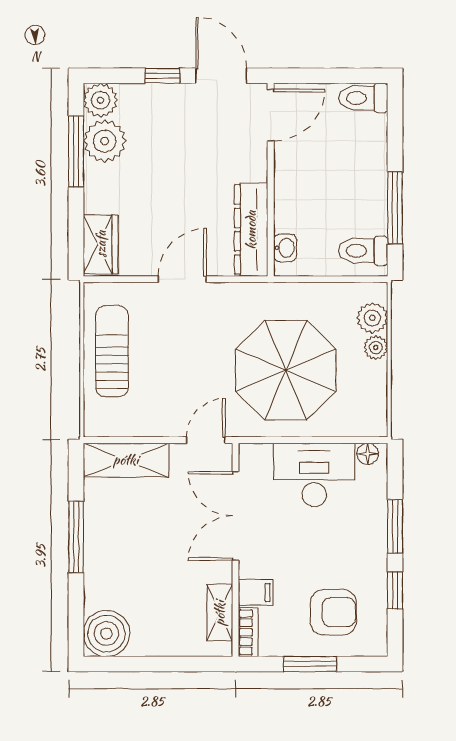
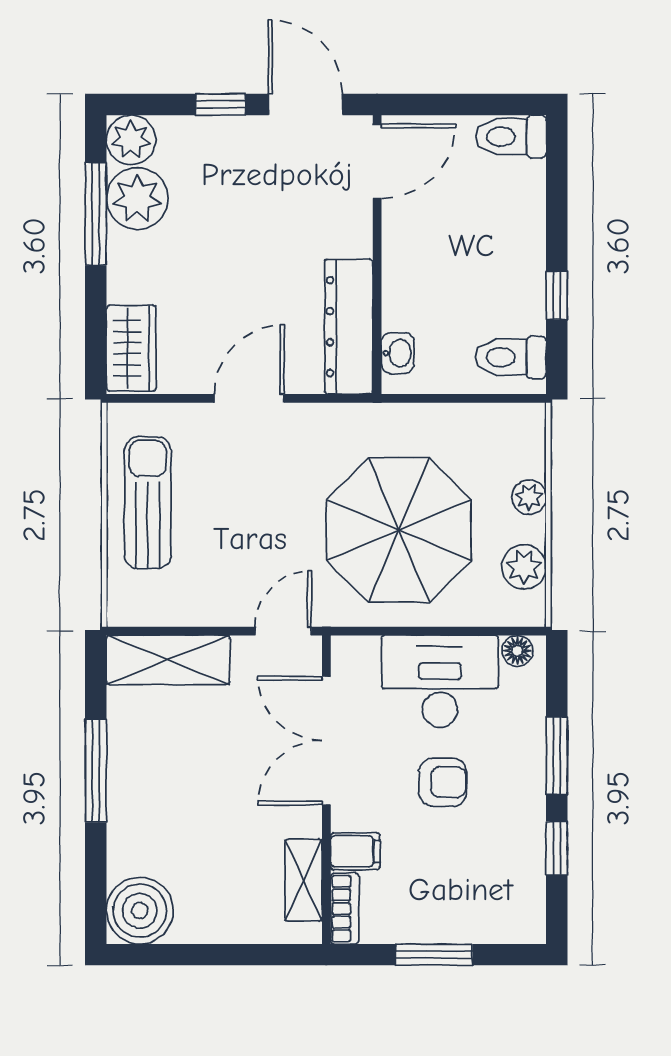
window: (395, 208) -> (557, 295), width x0.46
plant: (372, 318) -> (524, 567), moved
armchair: (333, 612) -> (443, 782), moved, width x0.72, depth x0.72

